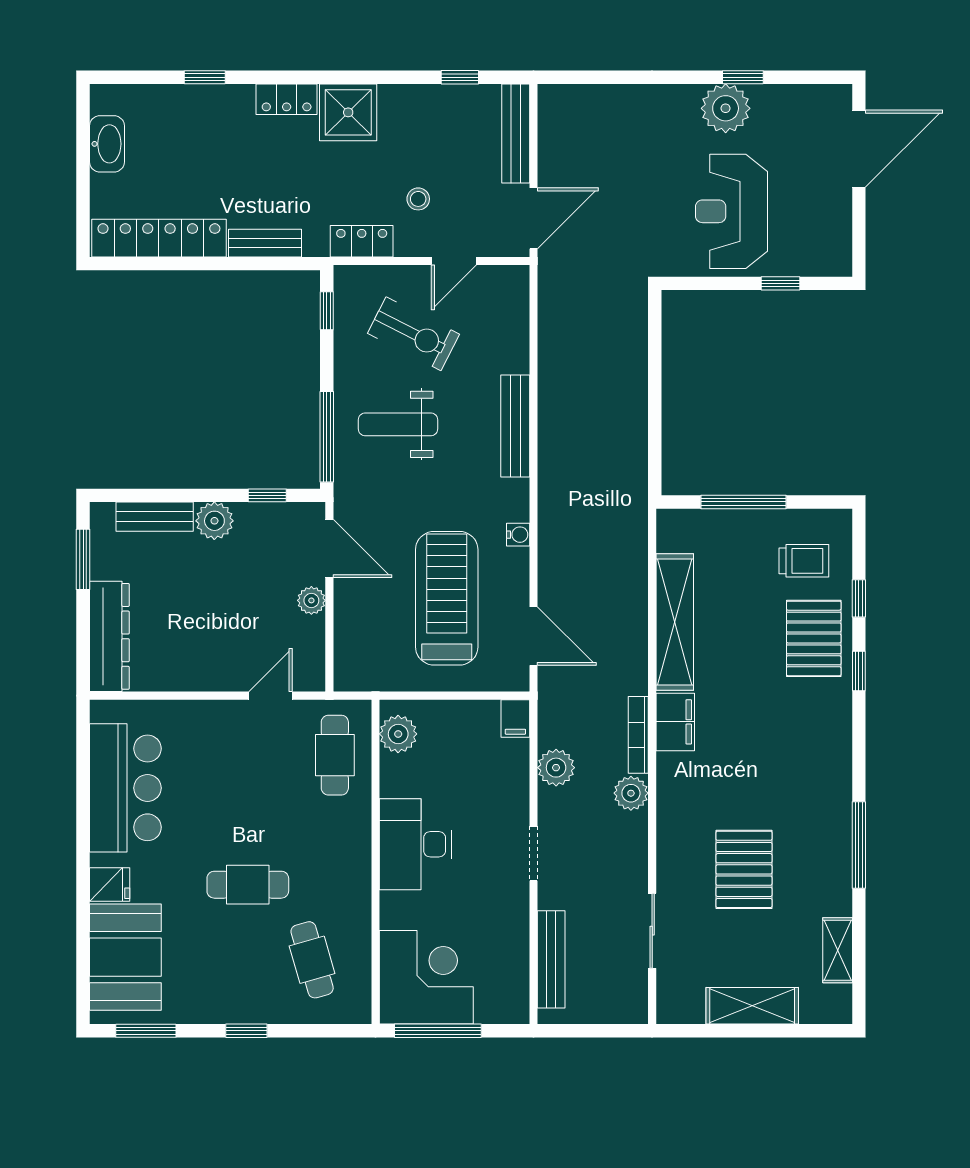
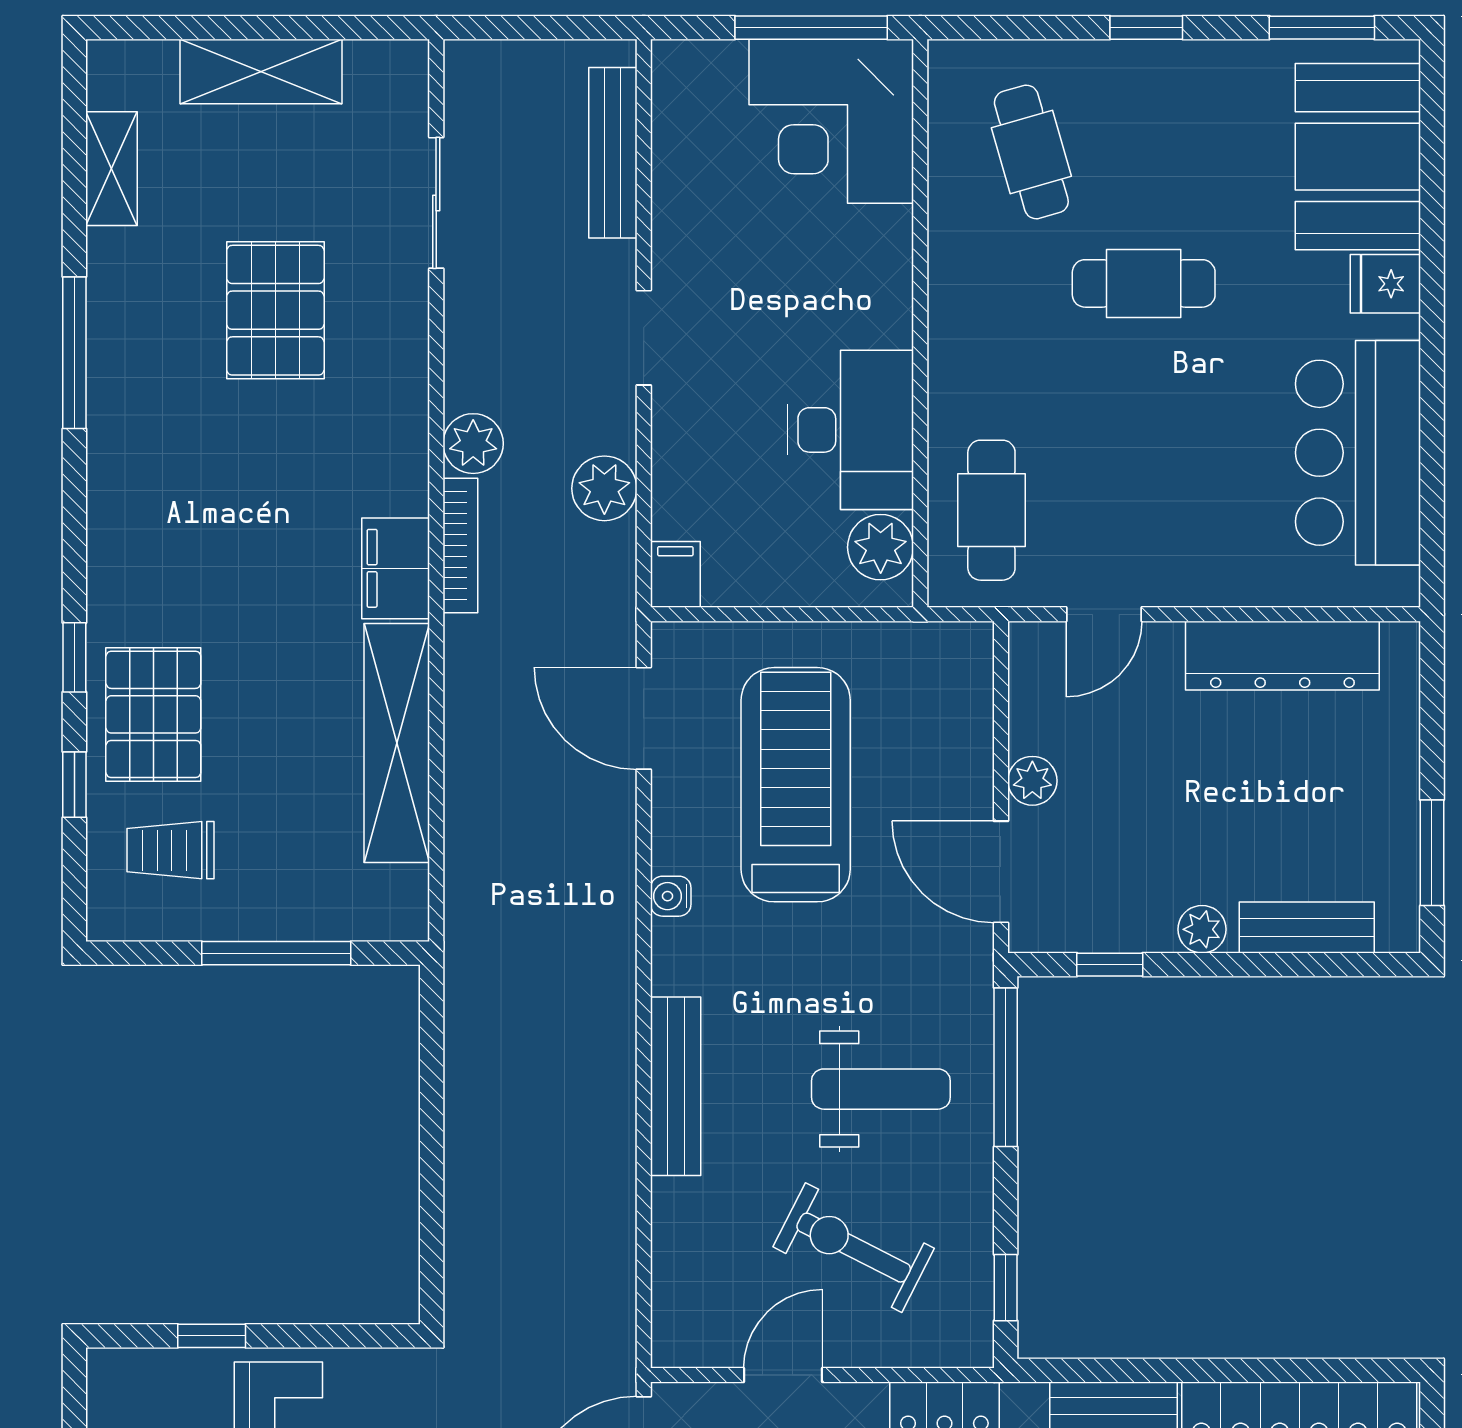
plant: (214, 521) -> (1202, 929), width x0.73, depth x0.73
treadmill: (447, 598) -> (796, 785), turned 180
dresser: (109, 636) -> (1282, 656), moved, turned -90
desk: (415, 844) -> (851, 430), moved

